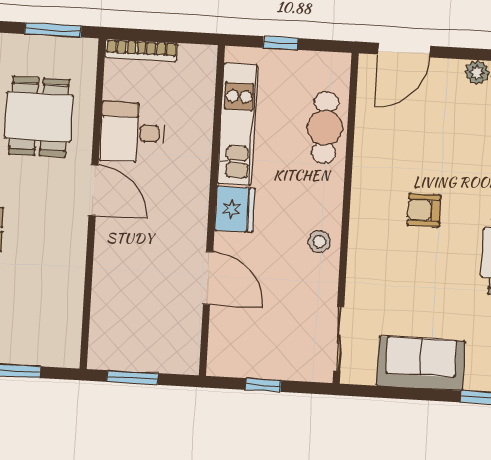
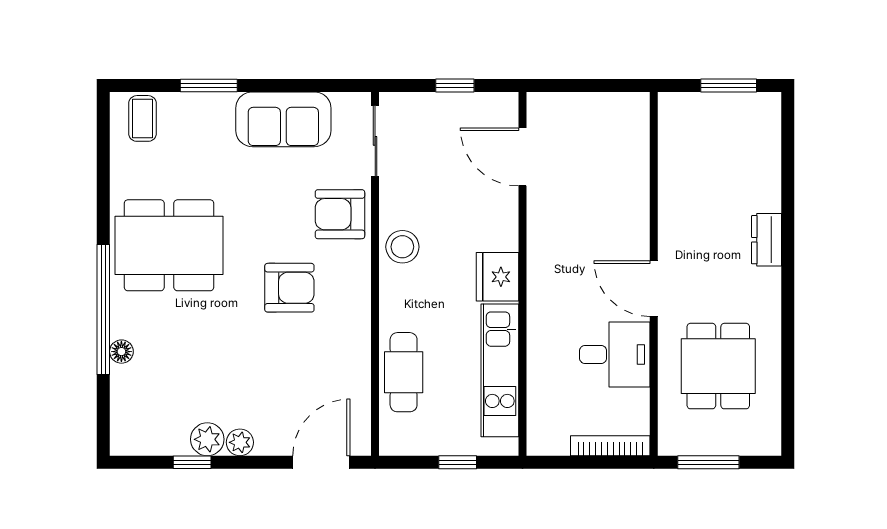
armchair: (424, 210) -> (289, 288), width x1.38, depth x1.38
stool: (319, 241) -> (402, 247), width x1.37, depth x1.37
armchair: (374, 274) -> (340, 214), added
door: (208, 278) -> (522, 157), moved
window: (132, 378) -> (599, 85), removed

